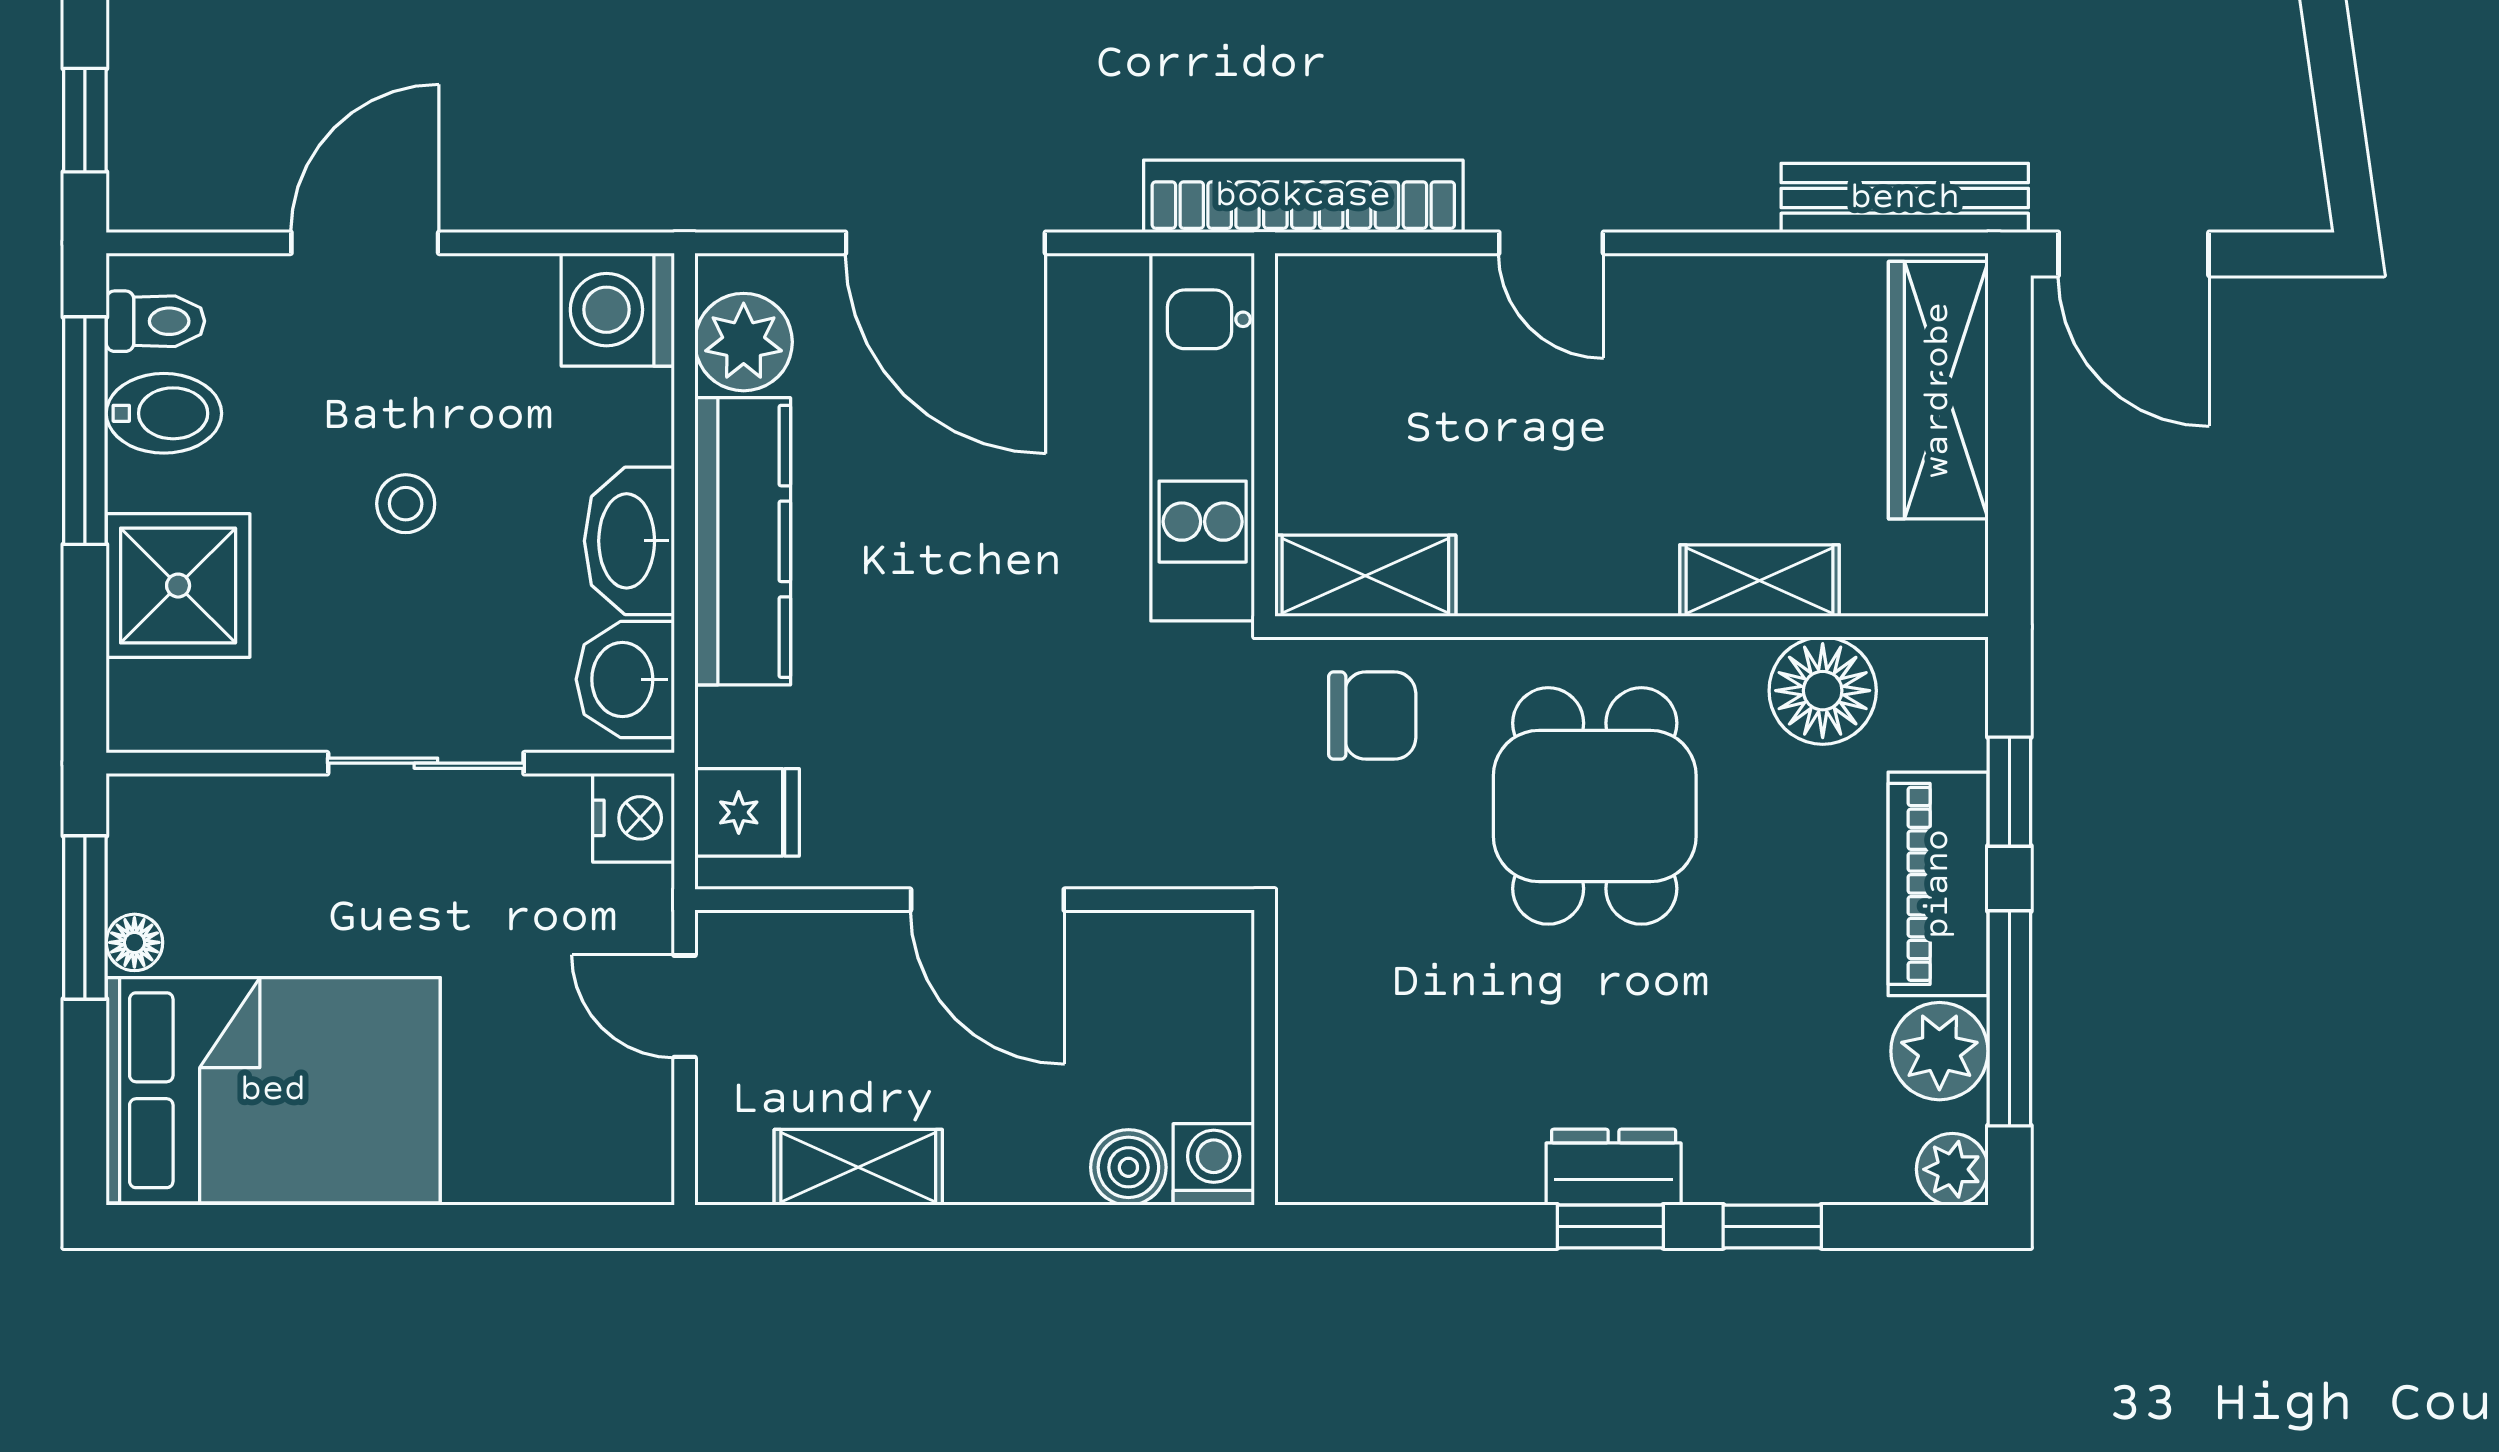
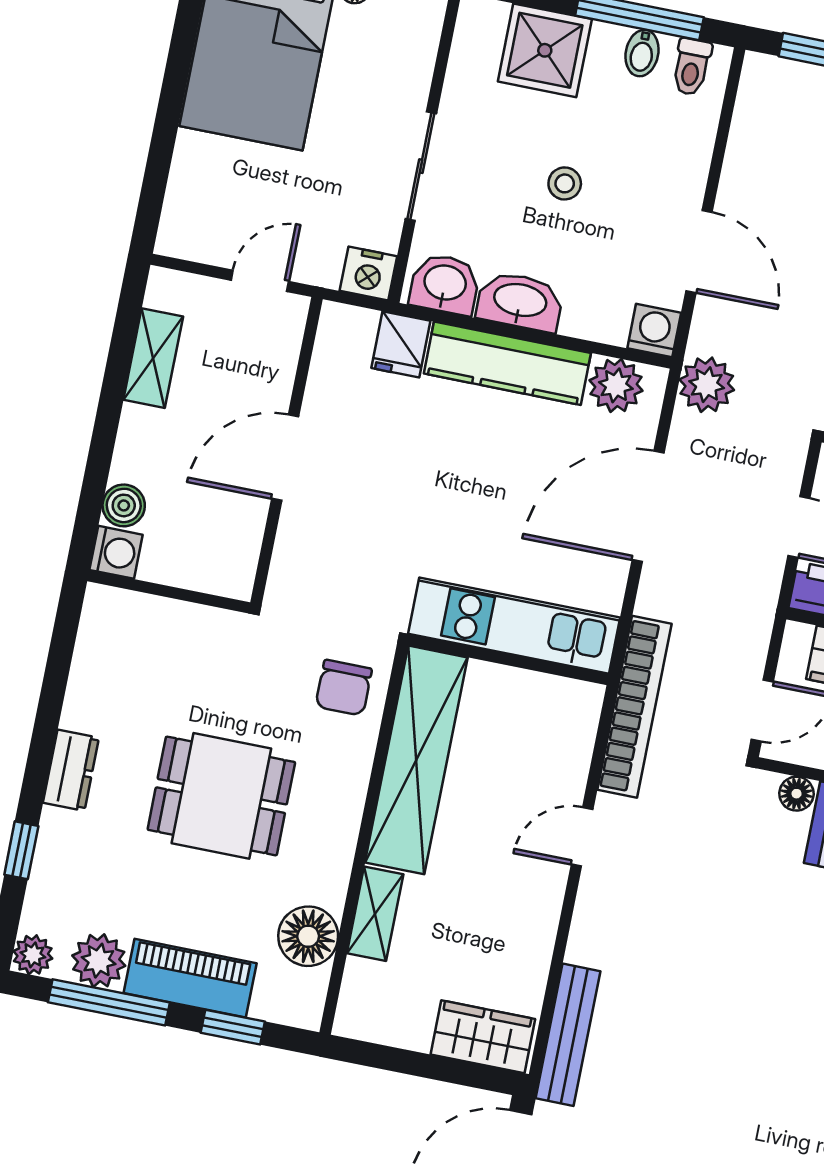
plant: (710, 183) -> (707, 385), added
door: (365, 243) -> (699, 251), moved
washing machine: (618, 310) -> (654, 331), width x0.73, depth x0.73
wardrobe: (1938, 390) -> (483, 1037), width x0.67
bidet: (164, 413) -> (642, 53), width x0.72, depth x0.74
shelving: (1365, 576) -> (416, 760), width x2.20, depth x1.33
dining table: (1595, 806) -> (221, 796), moved
fridge: (747, 812) -> (401, 344), moved
window: (1610, 1226) -> (39, 762), removed

